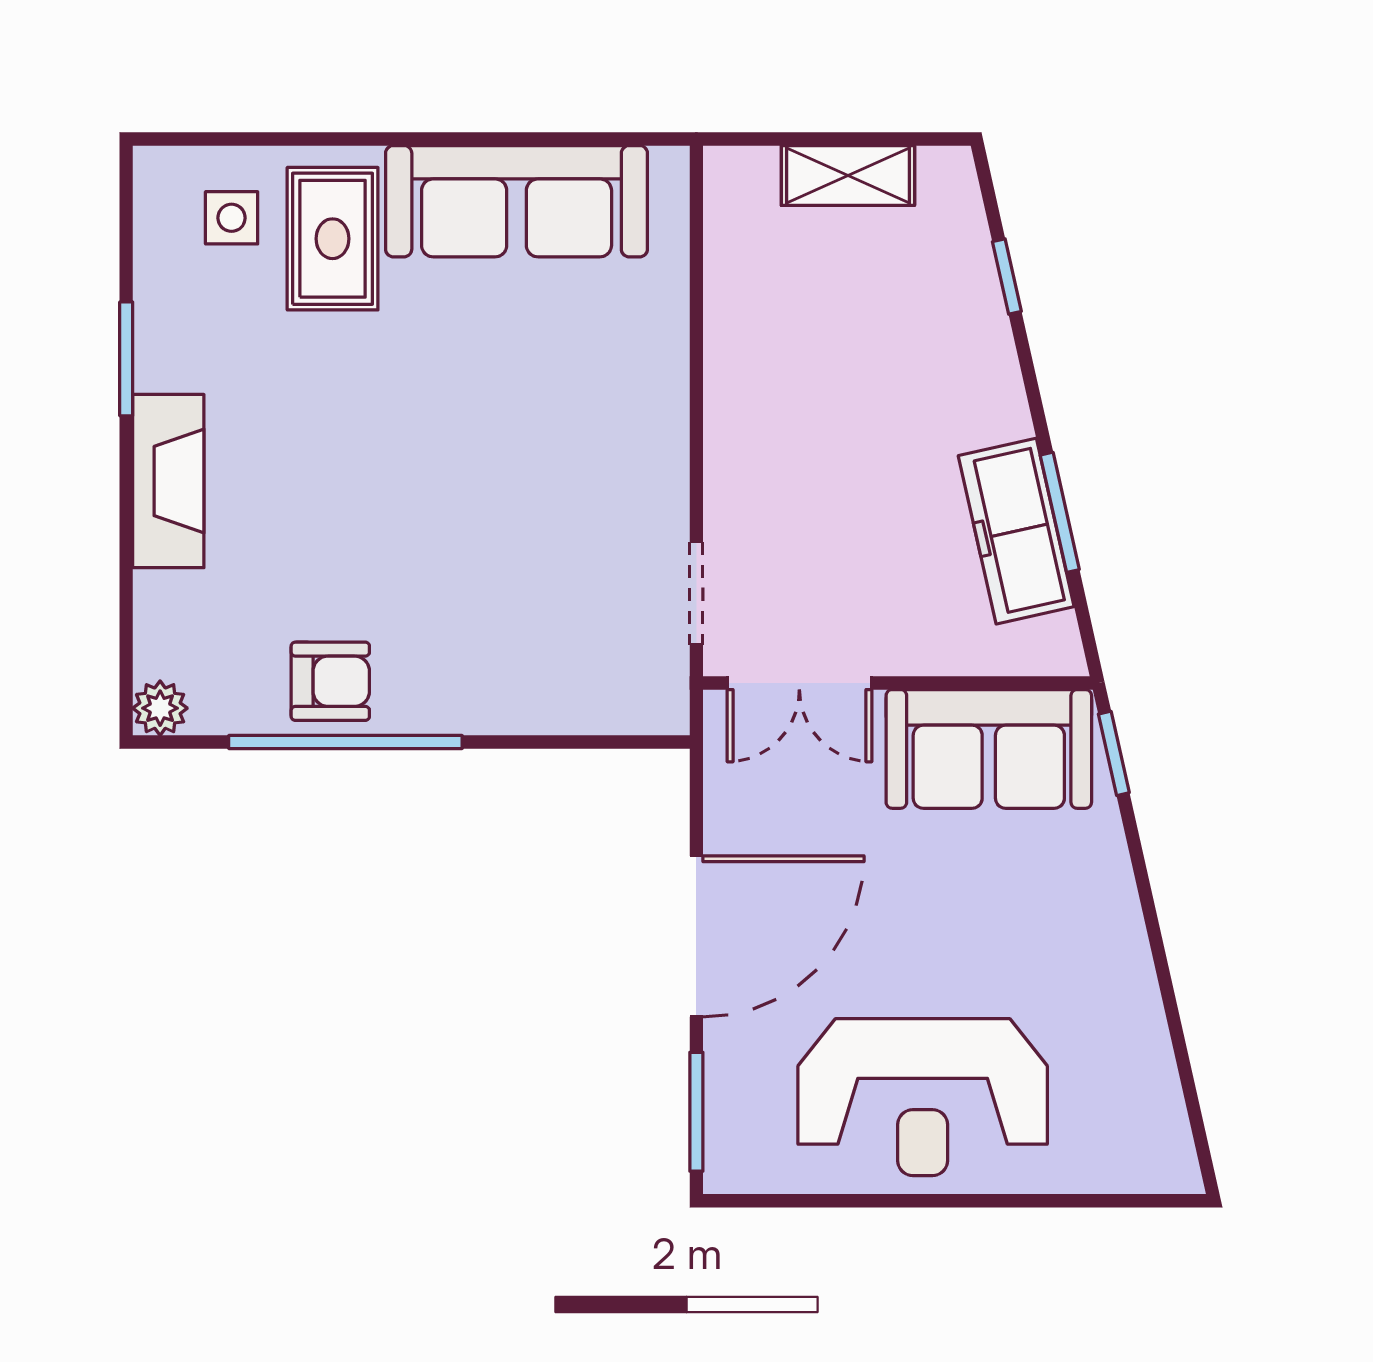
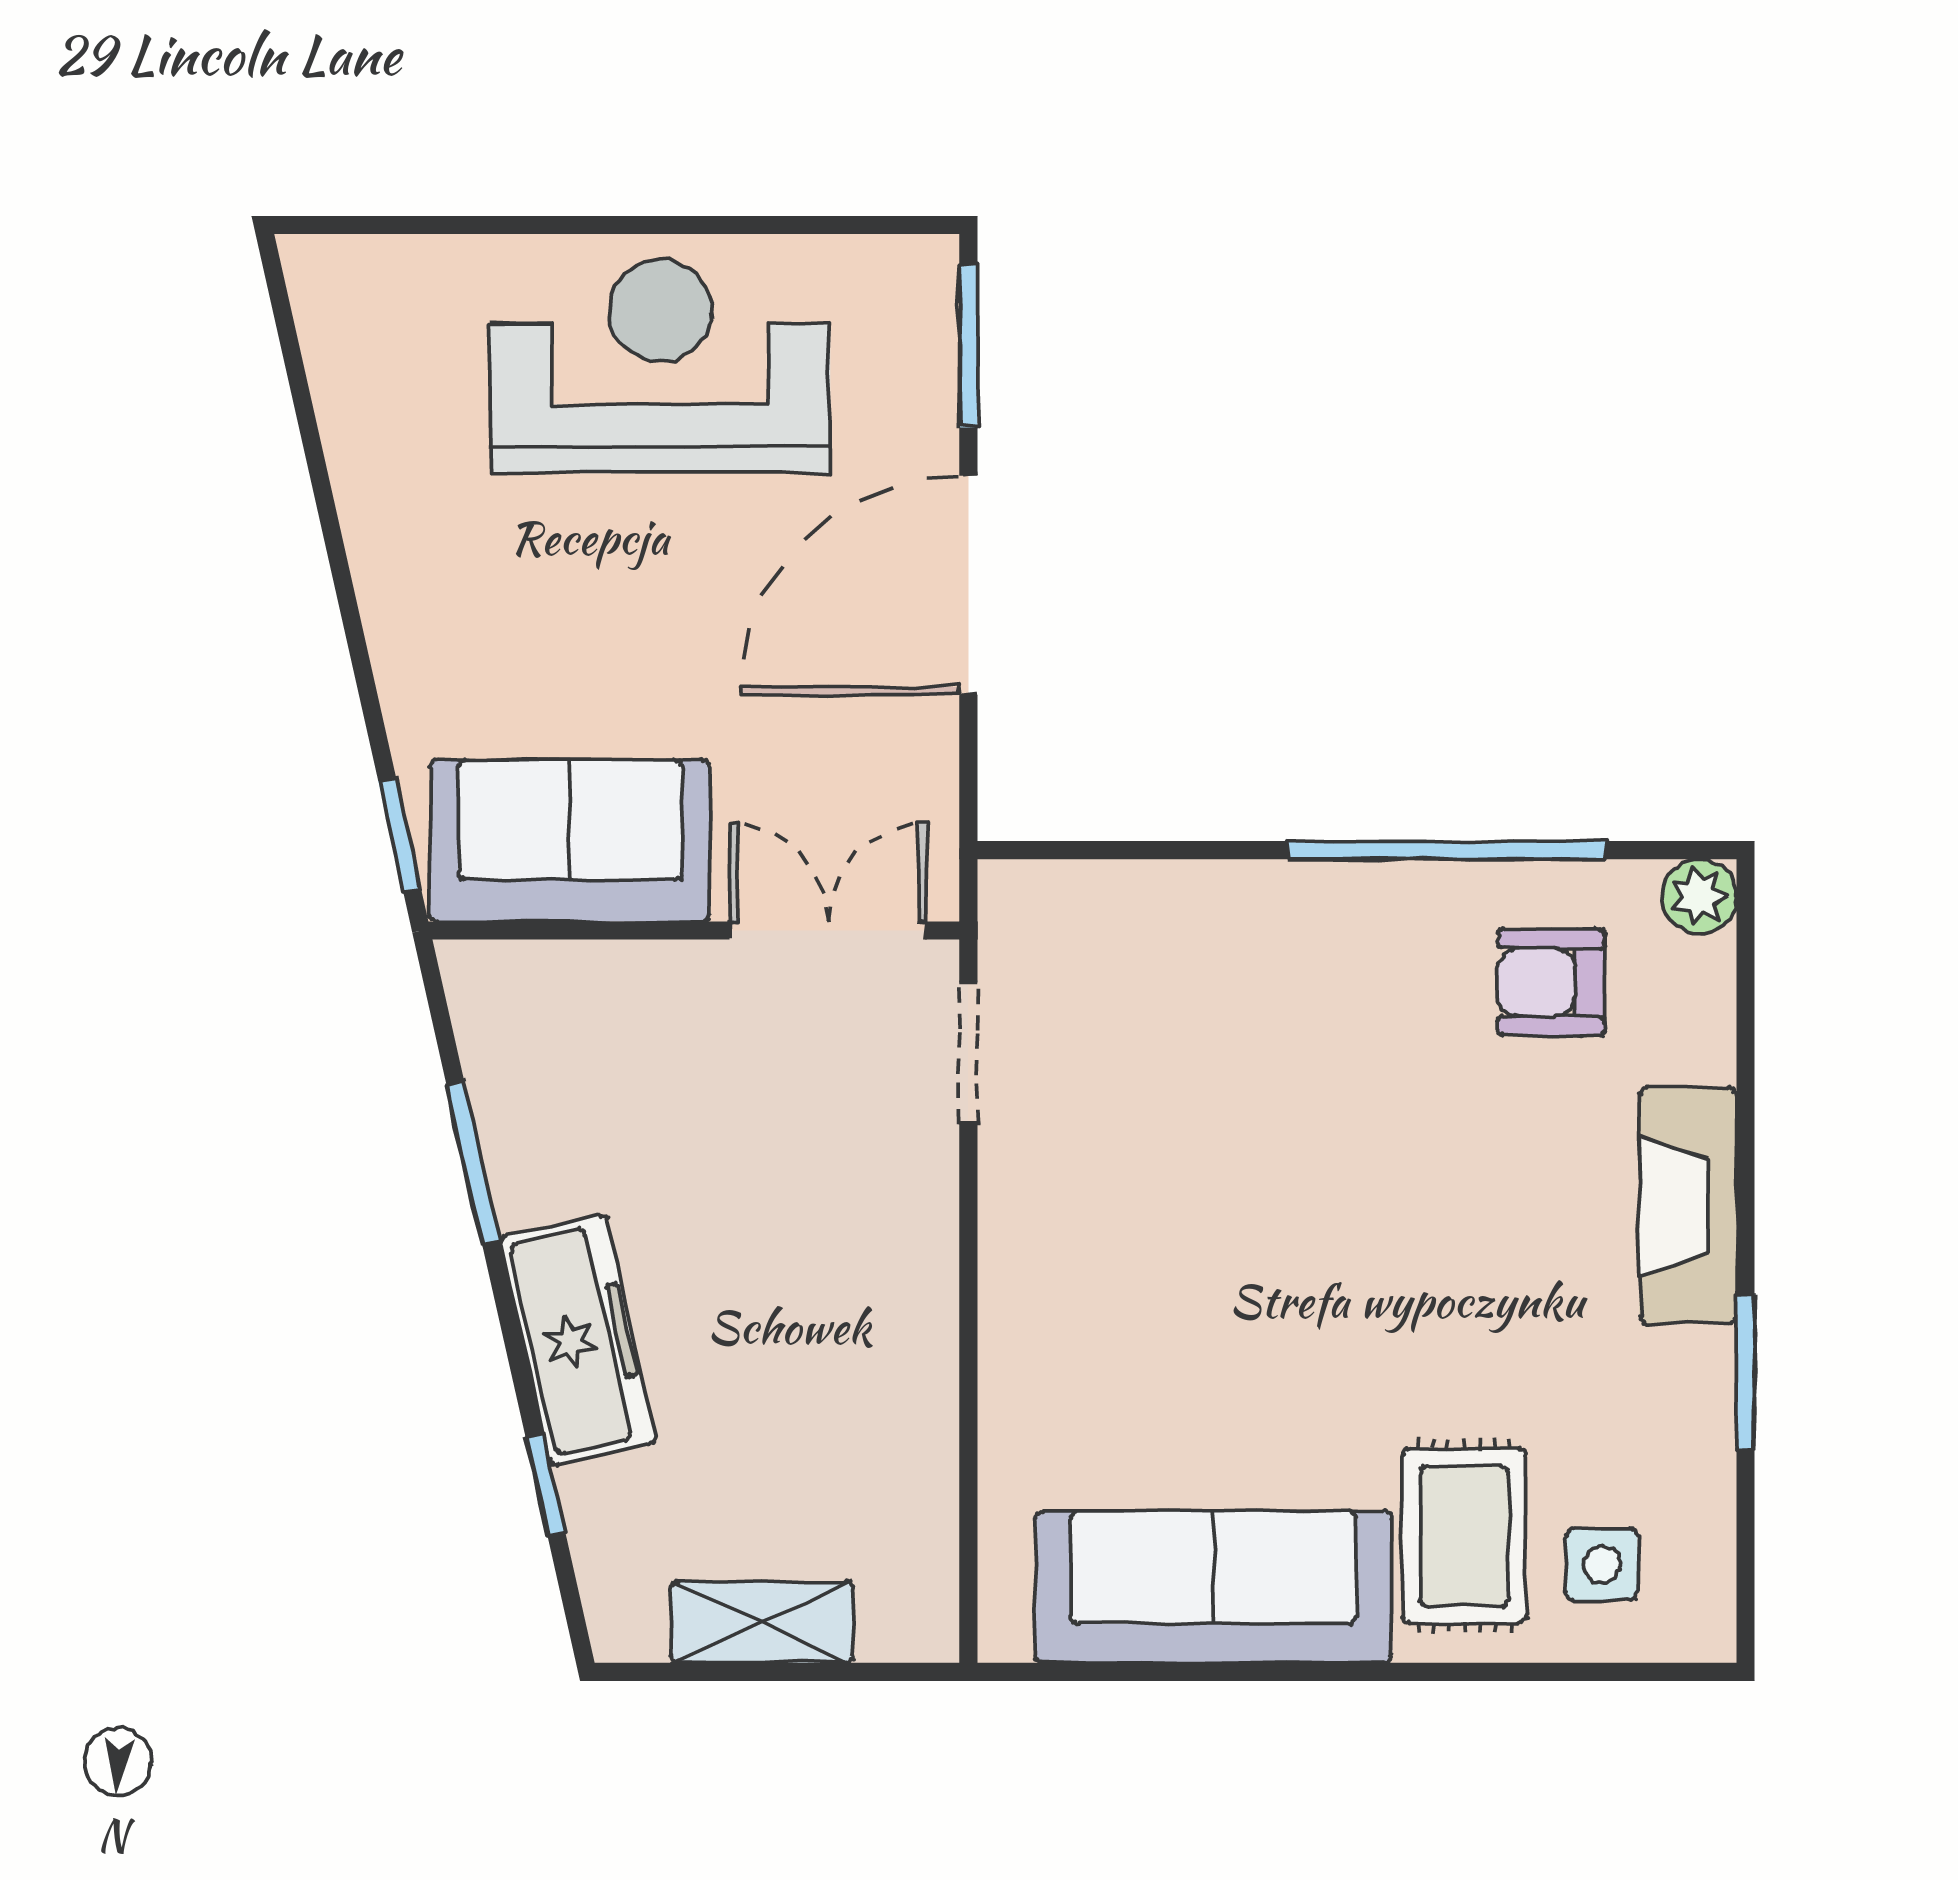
freezer: (1016, 531) -> (578, 1340), moved
armchair: (330, 681) -> (1551, 982), moved

